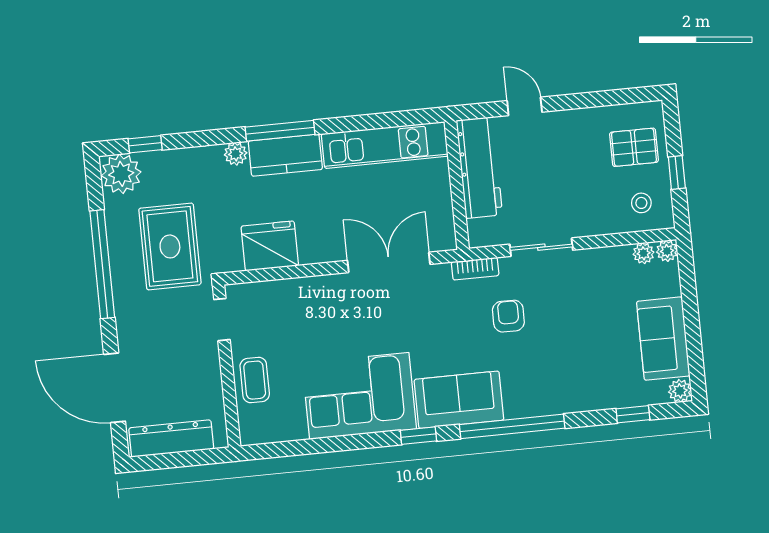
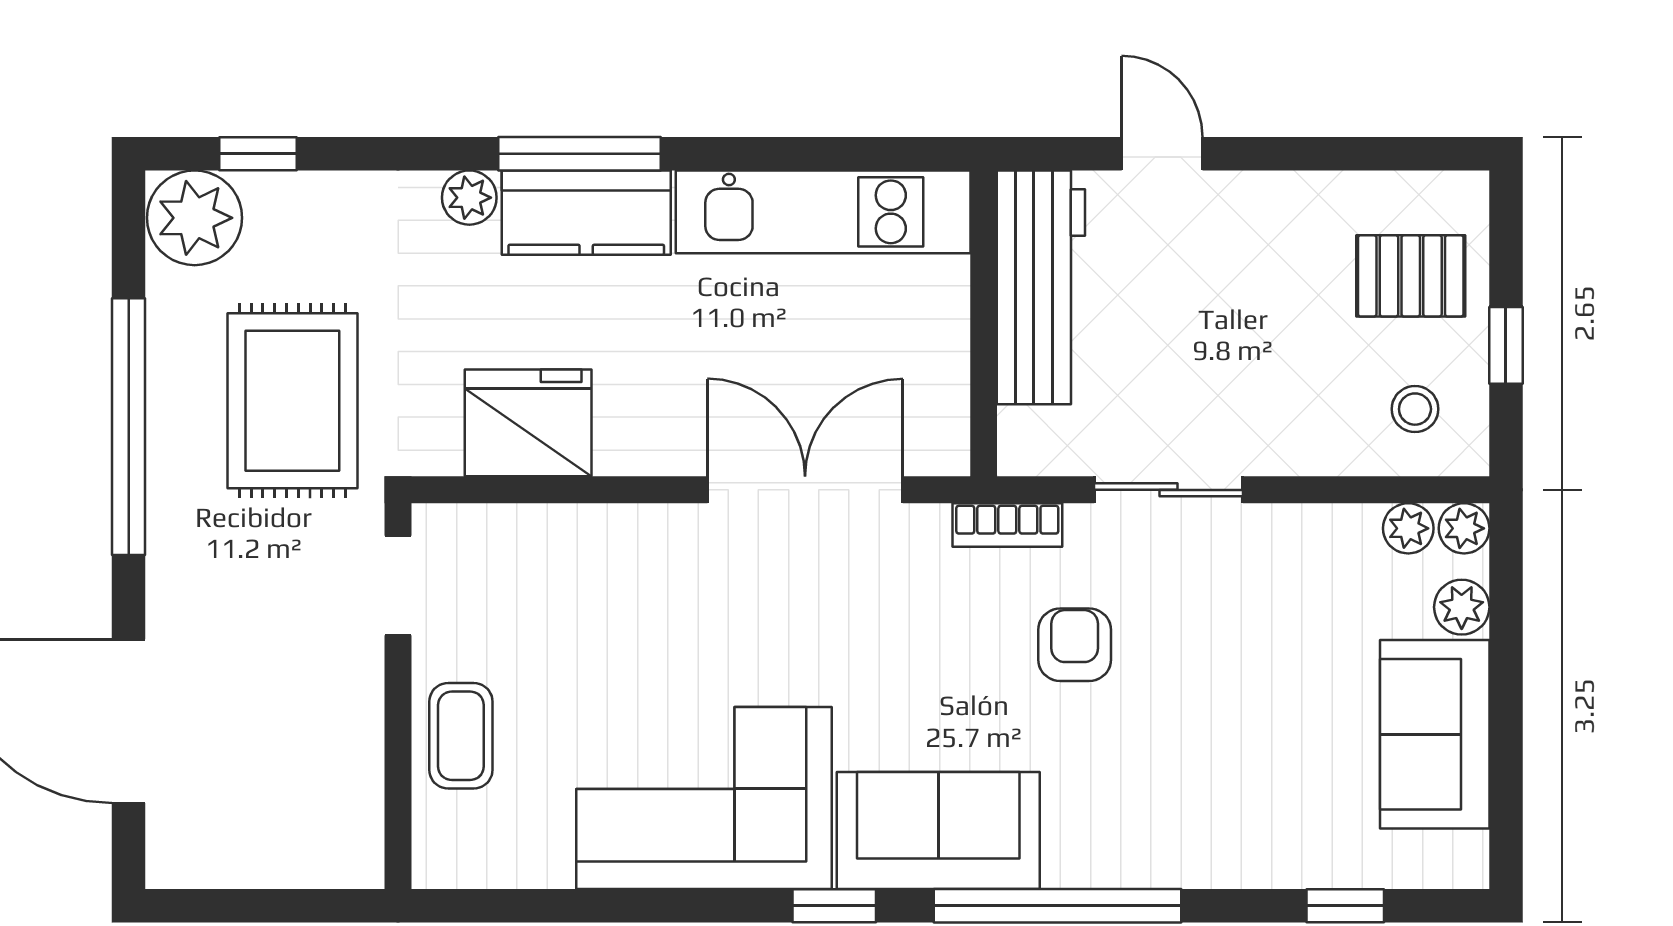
plant: (680, 391) -> (1462, 607), moved
dresser: (171, 439) -> (250, 854), removed

